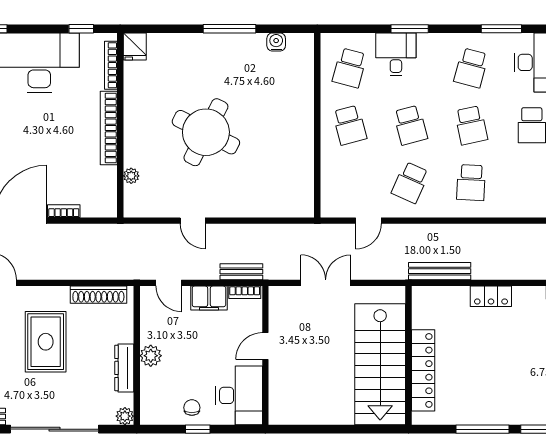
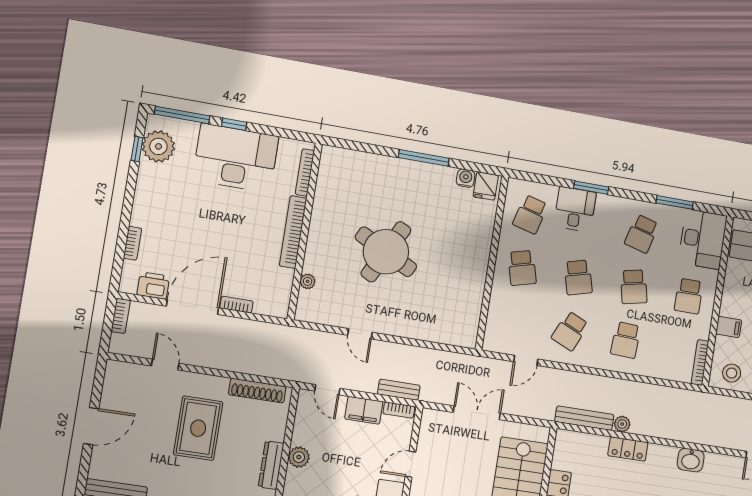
window: (81, 29) -> (234, 124), moved
fridge: (135, 46) -> (486, 186), moved
plant: (481, 271) -> (622, 424), added

